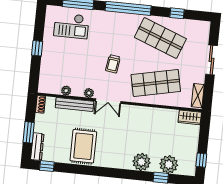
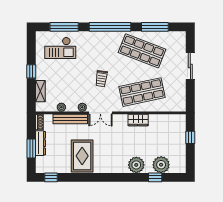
window: (177, 13) -> (155, 27), width x2.17
shelving: (198, 96) -> (40, 91), moved
wardrobe: (190, 117) -> (138, 120), moved
dresser: (37, 147) -> (40, 143), moved
window: (201, 160) -> (190, 137), moved

